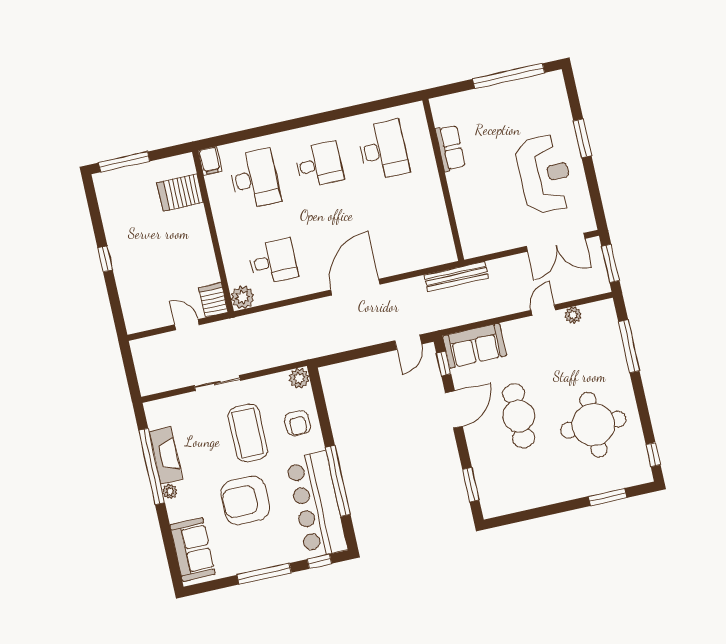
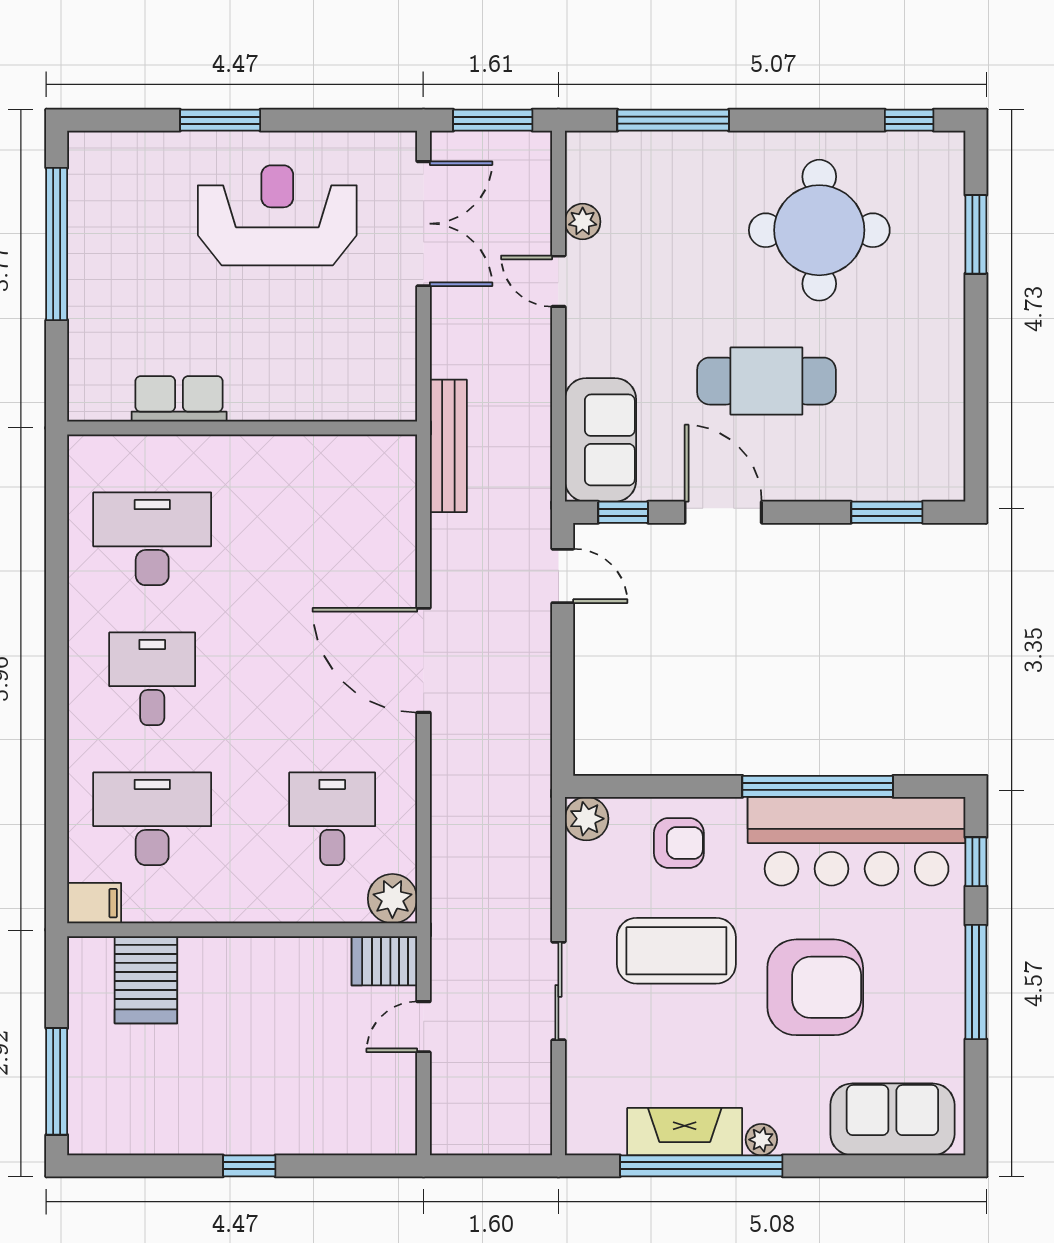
armchair: (245, 501) -> (815, 987), turned -90

